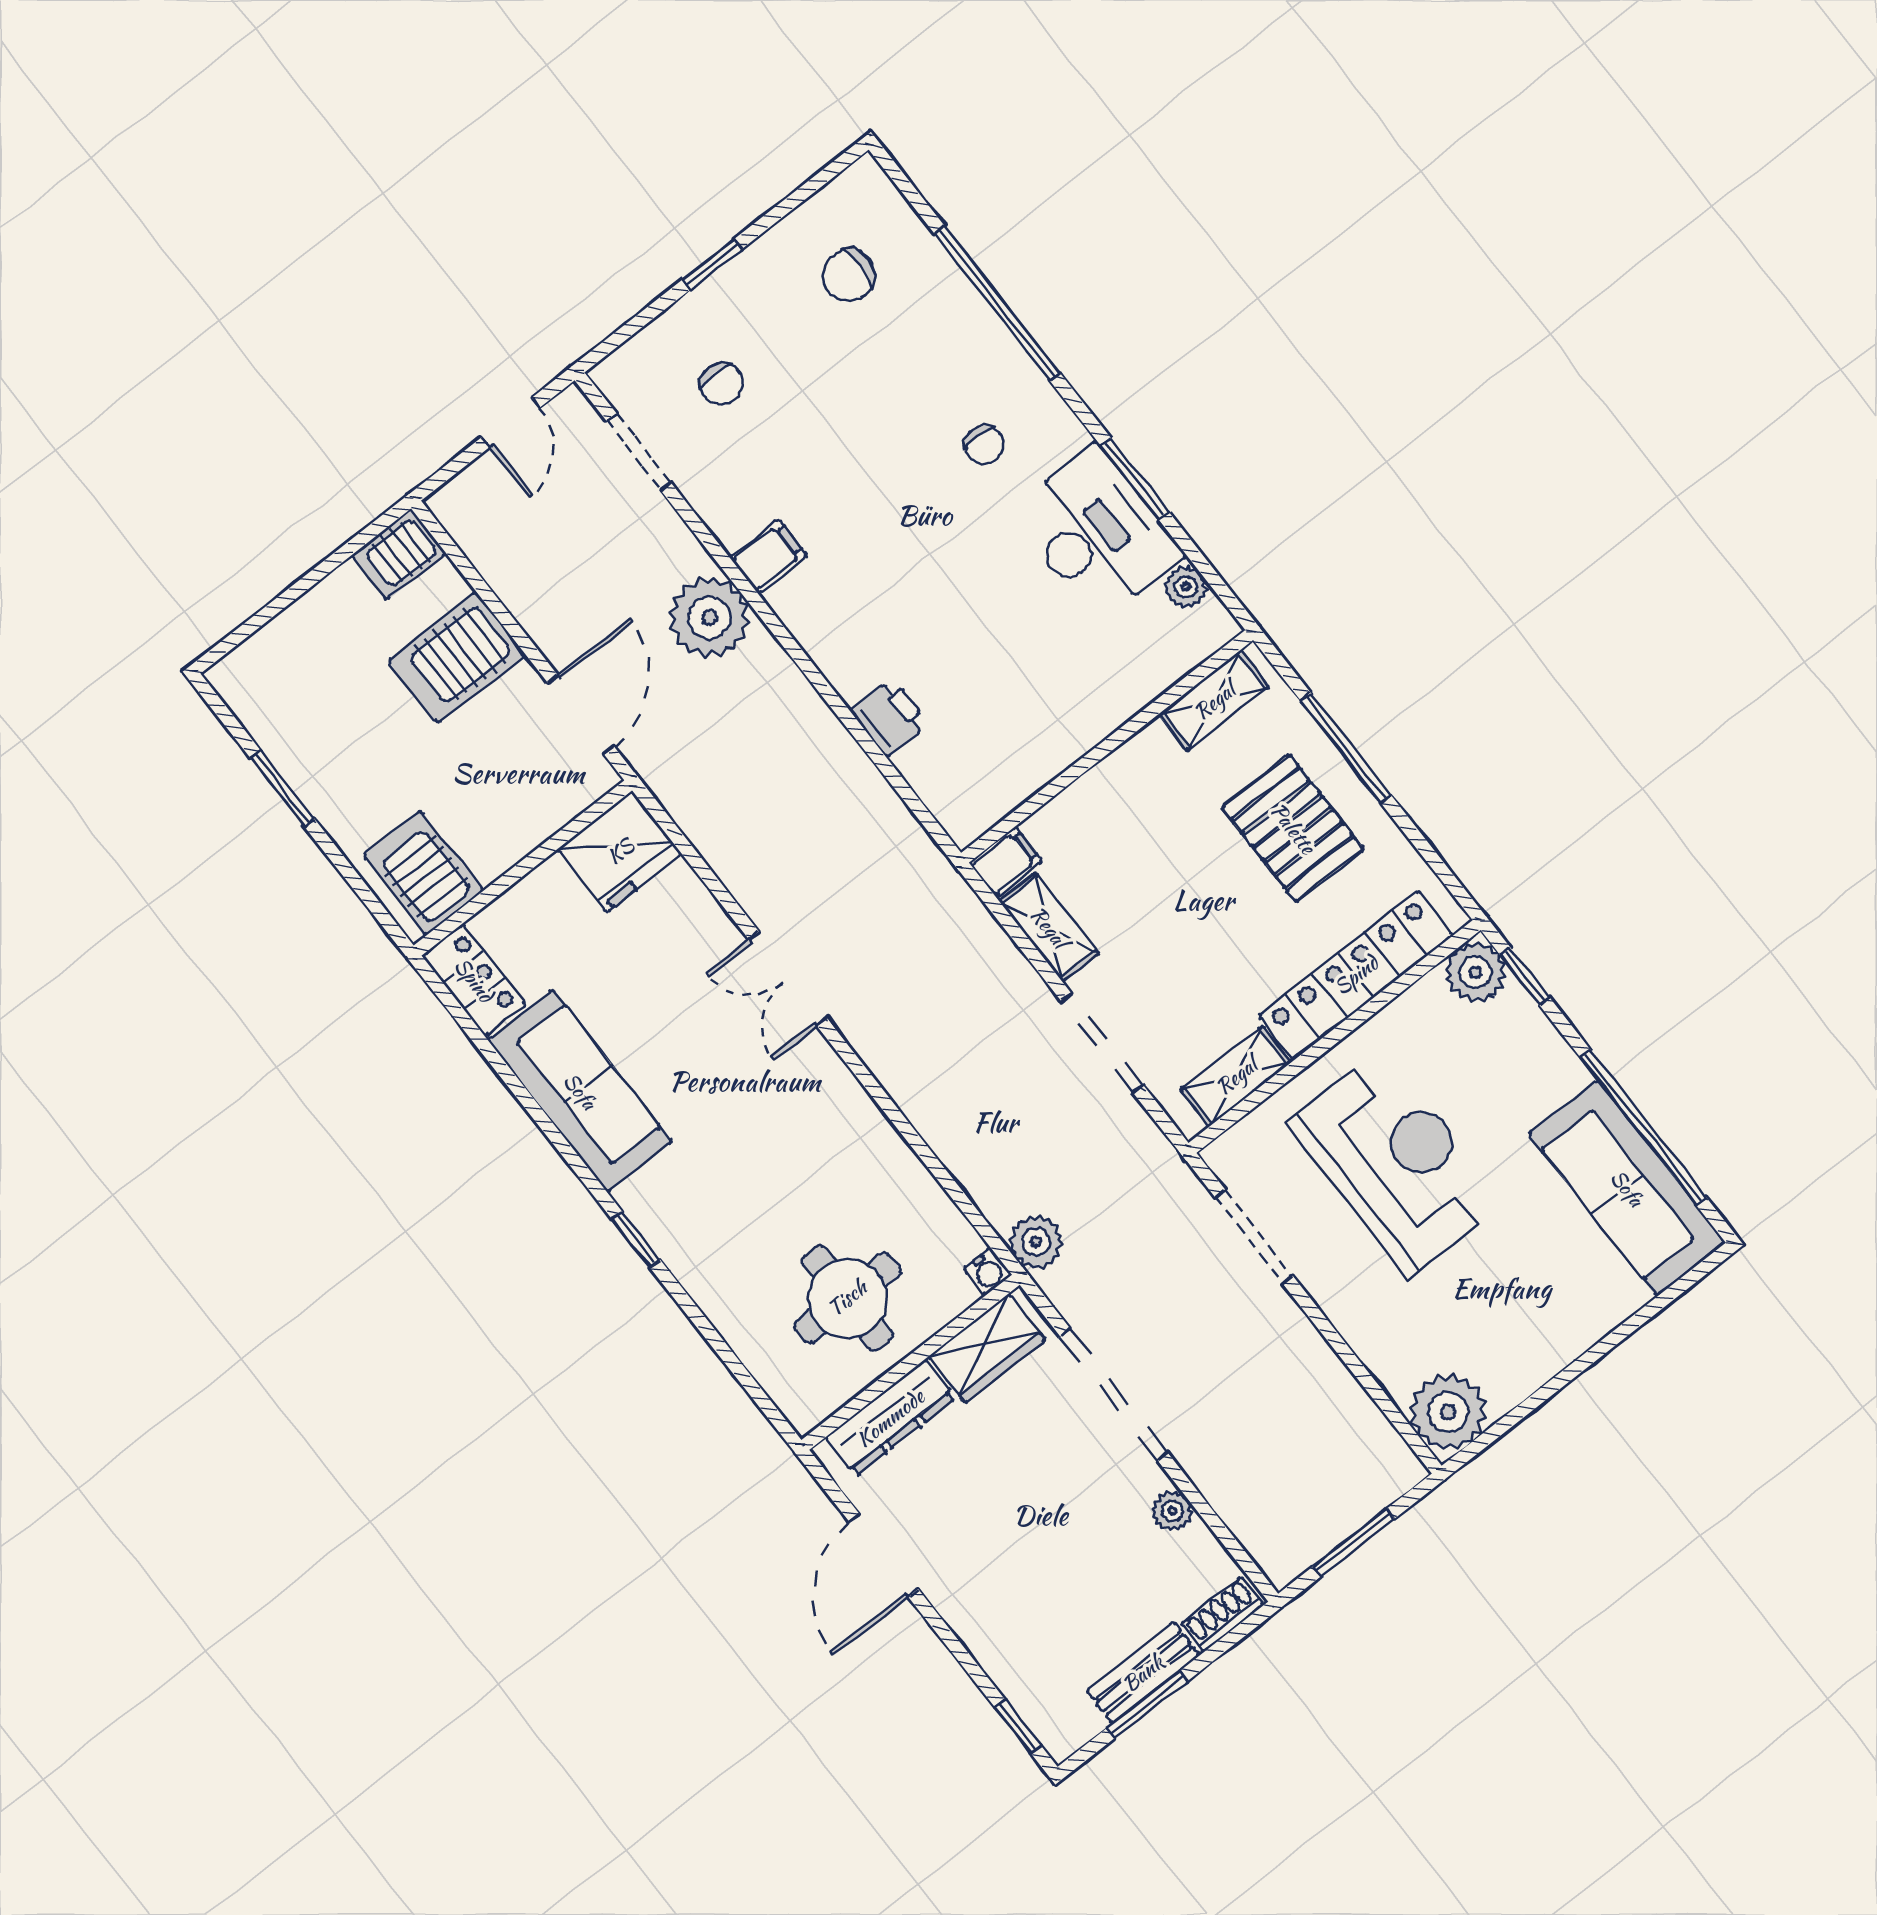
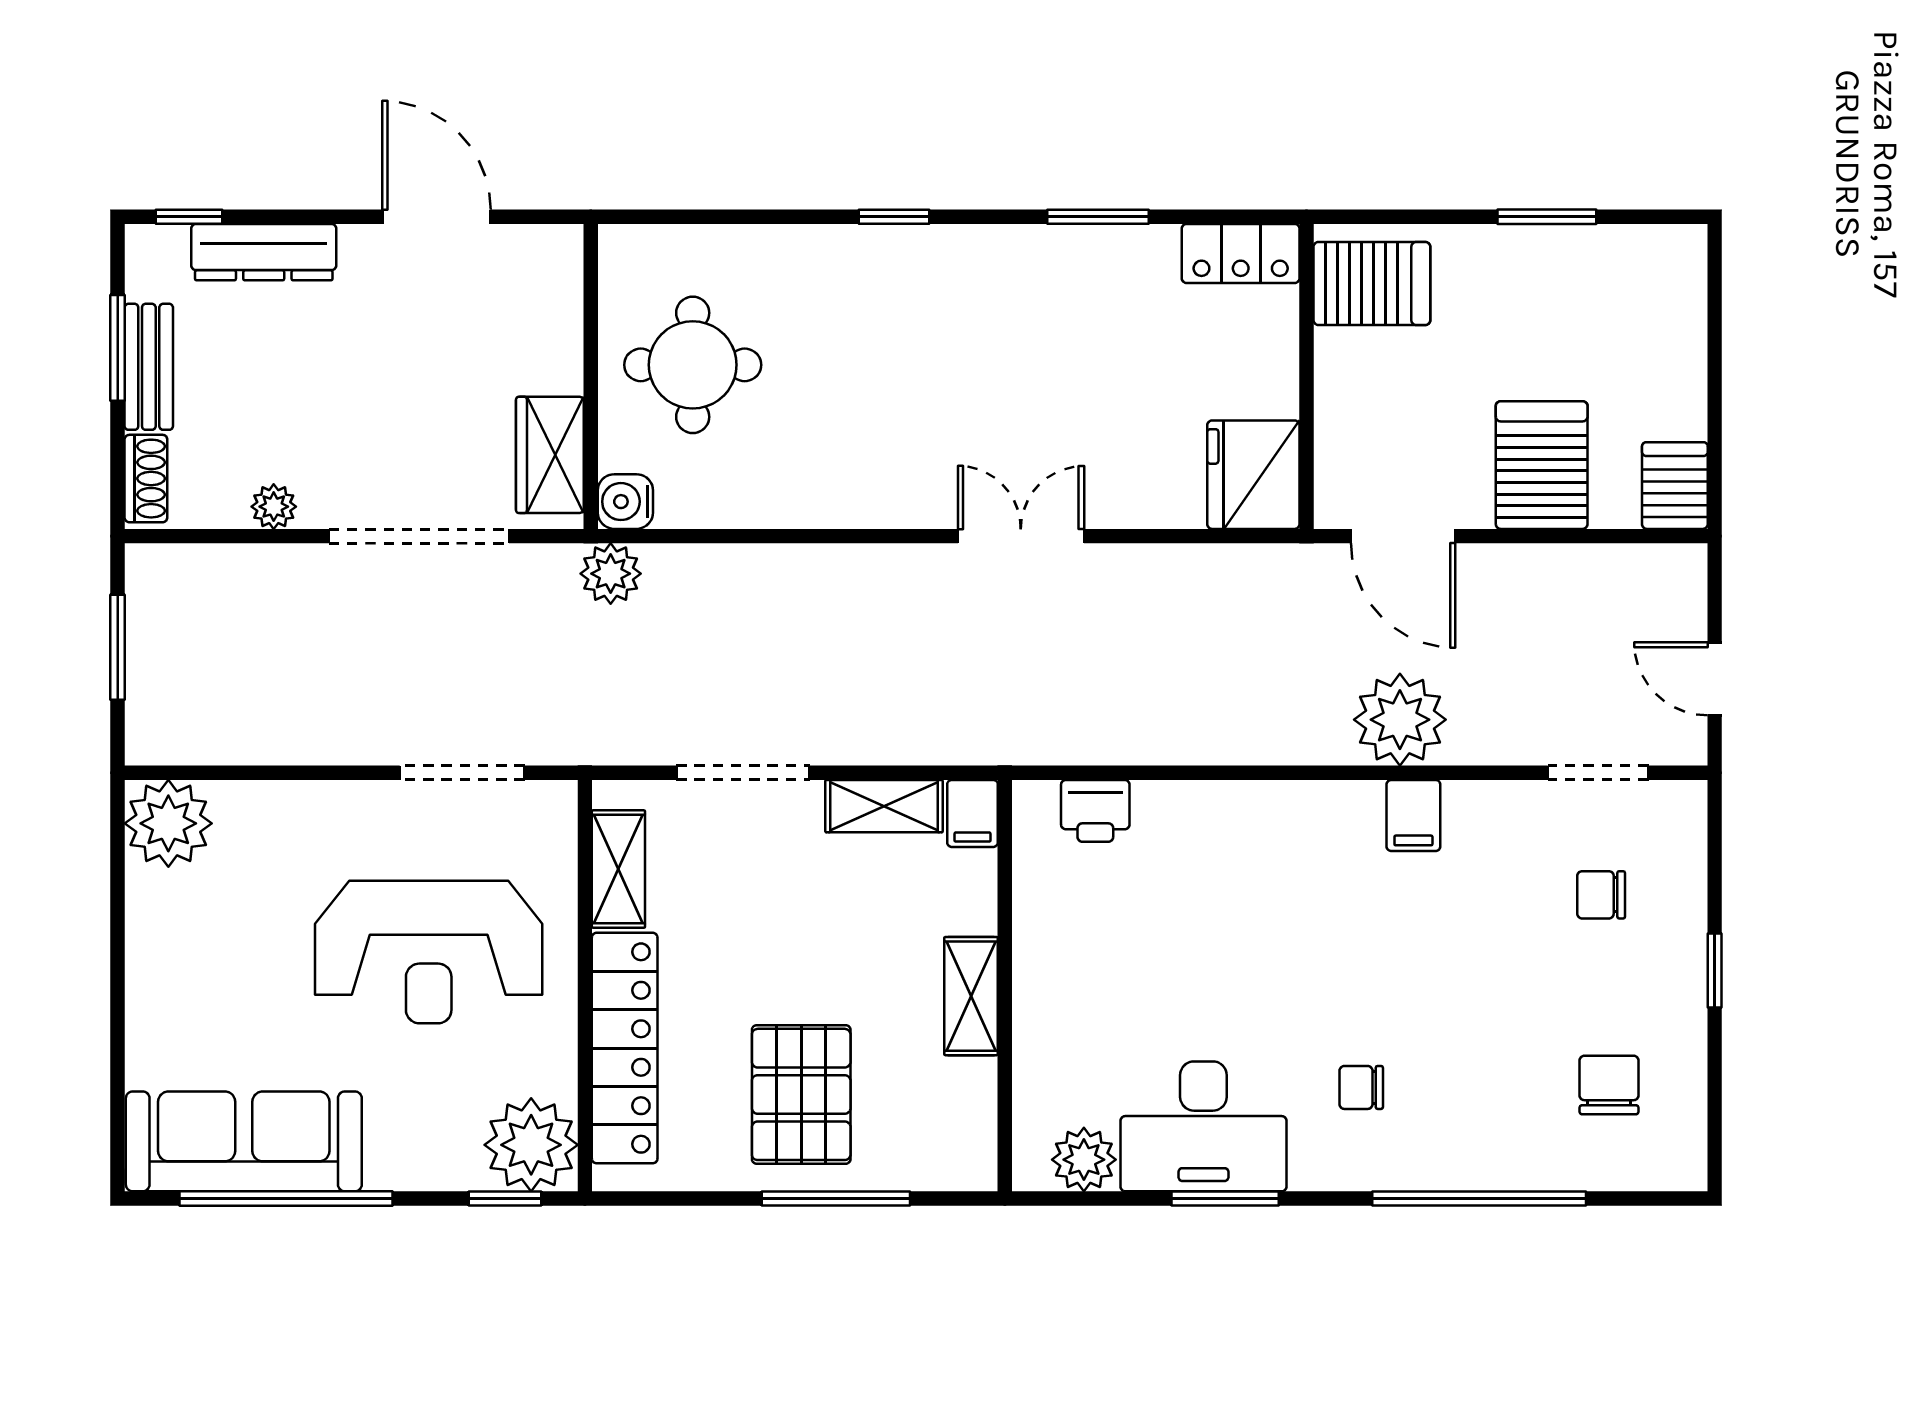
plant: (1186, 587) -> (1084, 1160), width x1.38, depth x1.38
shelving: (1214, 701) -> (971, 996), moved
printer: (889, 717) -> (1095, 811), moved
pallet: (1293, 828) -> (801, 1094), turned 90
plant: (1475, 972) -> (531, 1145), width x1.36, depth x1.36
sofa: (580, 1091) -> (1067, 271), removed
window: (526, 1098) -> (1098, 217), added
water cooler: (988, 1272) -> (625, 502), width x1.38, depth x1.38
dresser: (890, 1418) -> (264, 252), moved, turned -90

